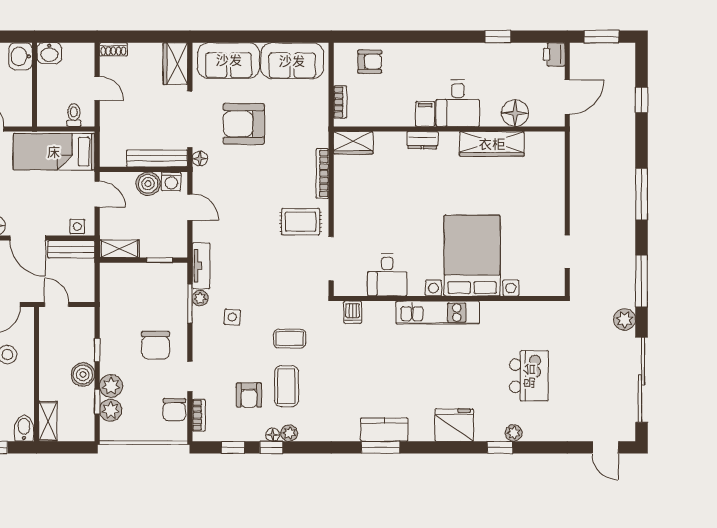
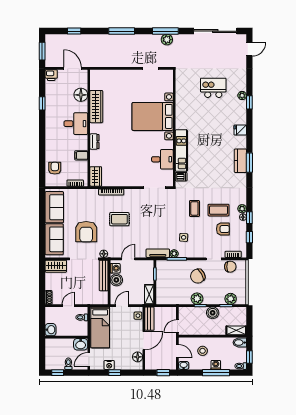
washbasin: (21, 56) -> (81, 344), moved
filing cabinet: (425, 114) -> (81, 155), moved
rug: (301, 222) -> (119, 219), moved, turned 90
kitchen unit: (438, 313) -> (181, 151), moved
plant: (625, 320) -> (167, 40), moved
chair: (156, 345) -> (198, 276), turned 152
plant: (111, 386) -> (197, 299), moved
fridge: (454, 425) -> (240, 130), width x0.53, depth x0.75

